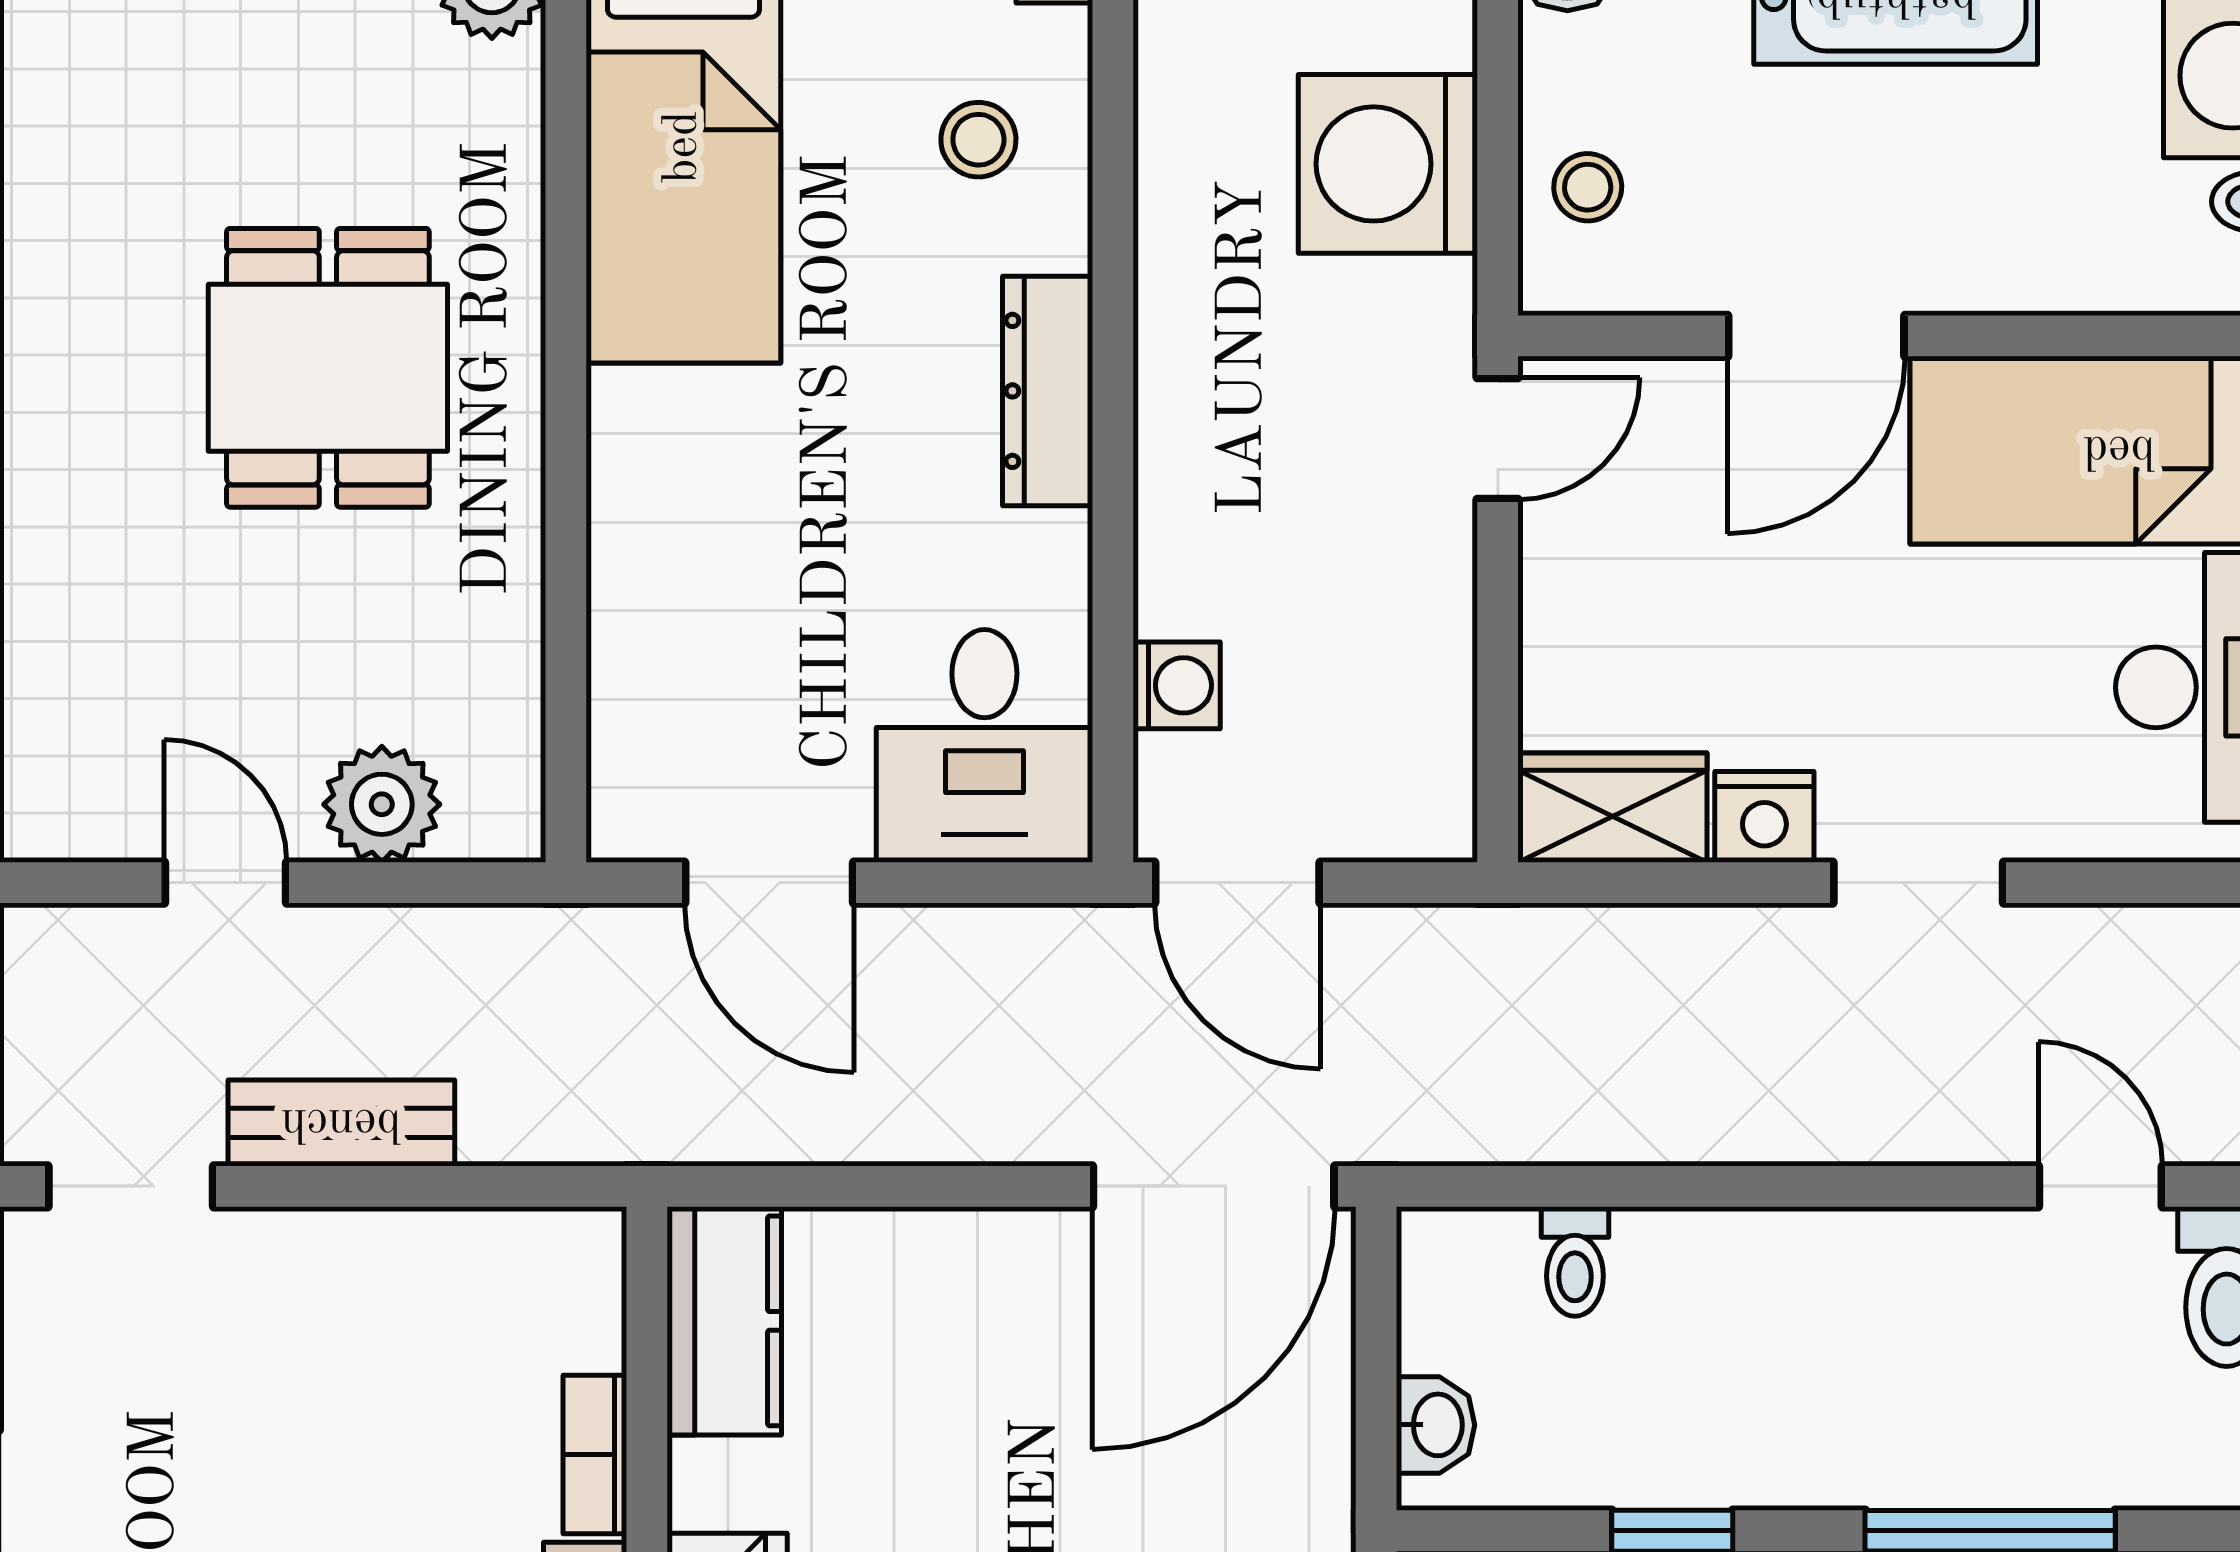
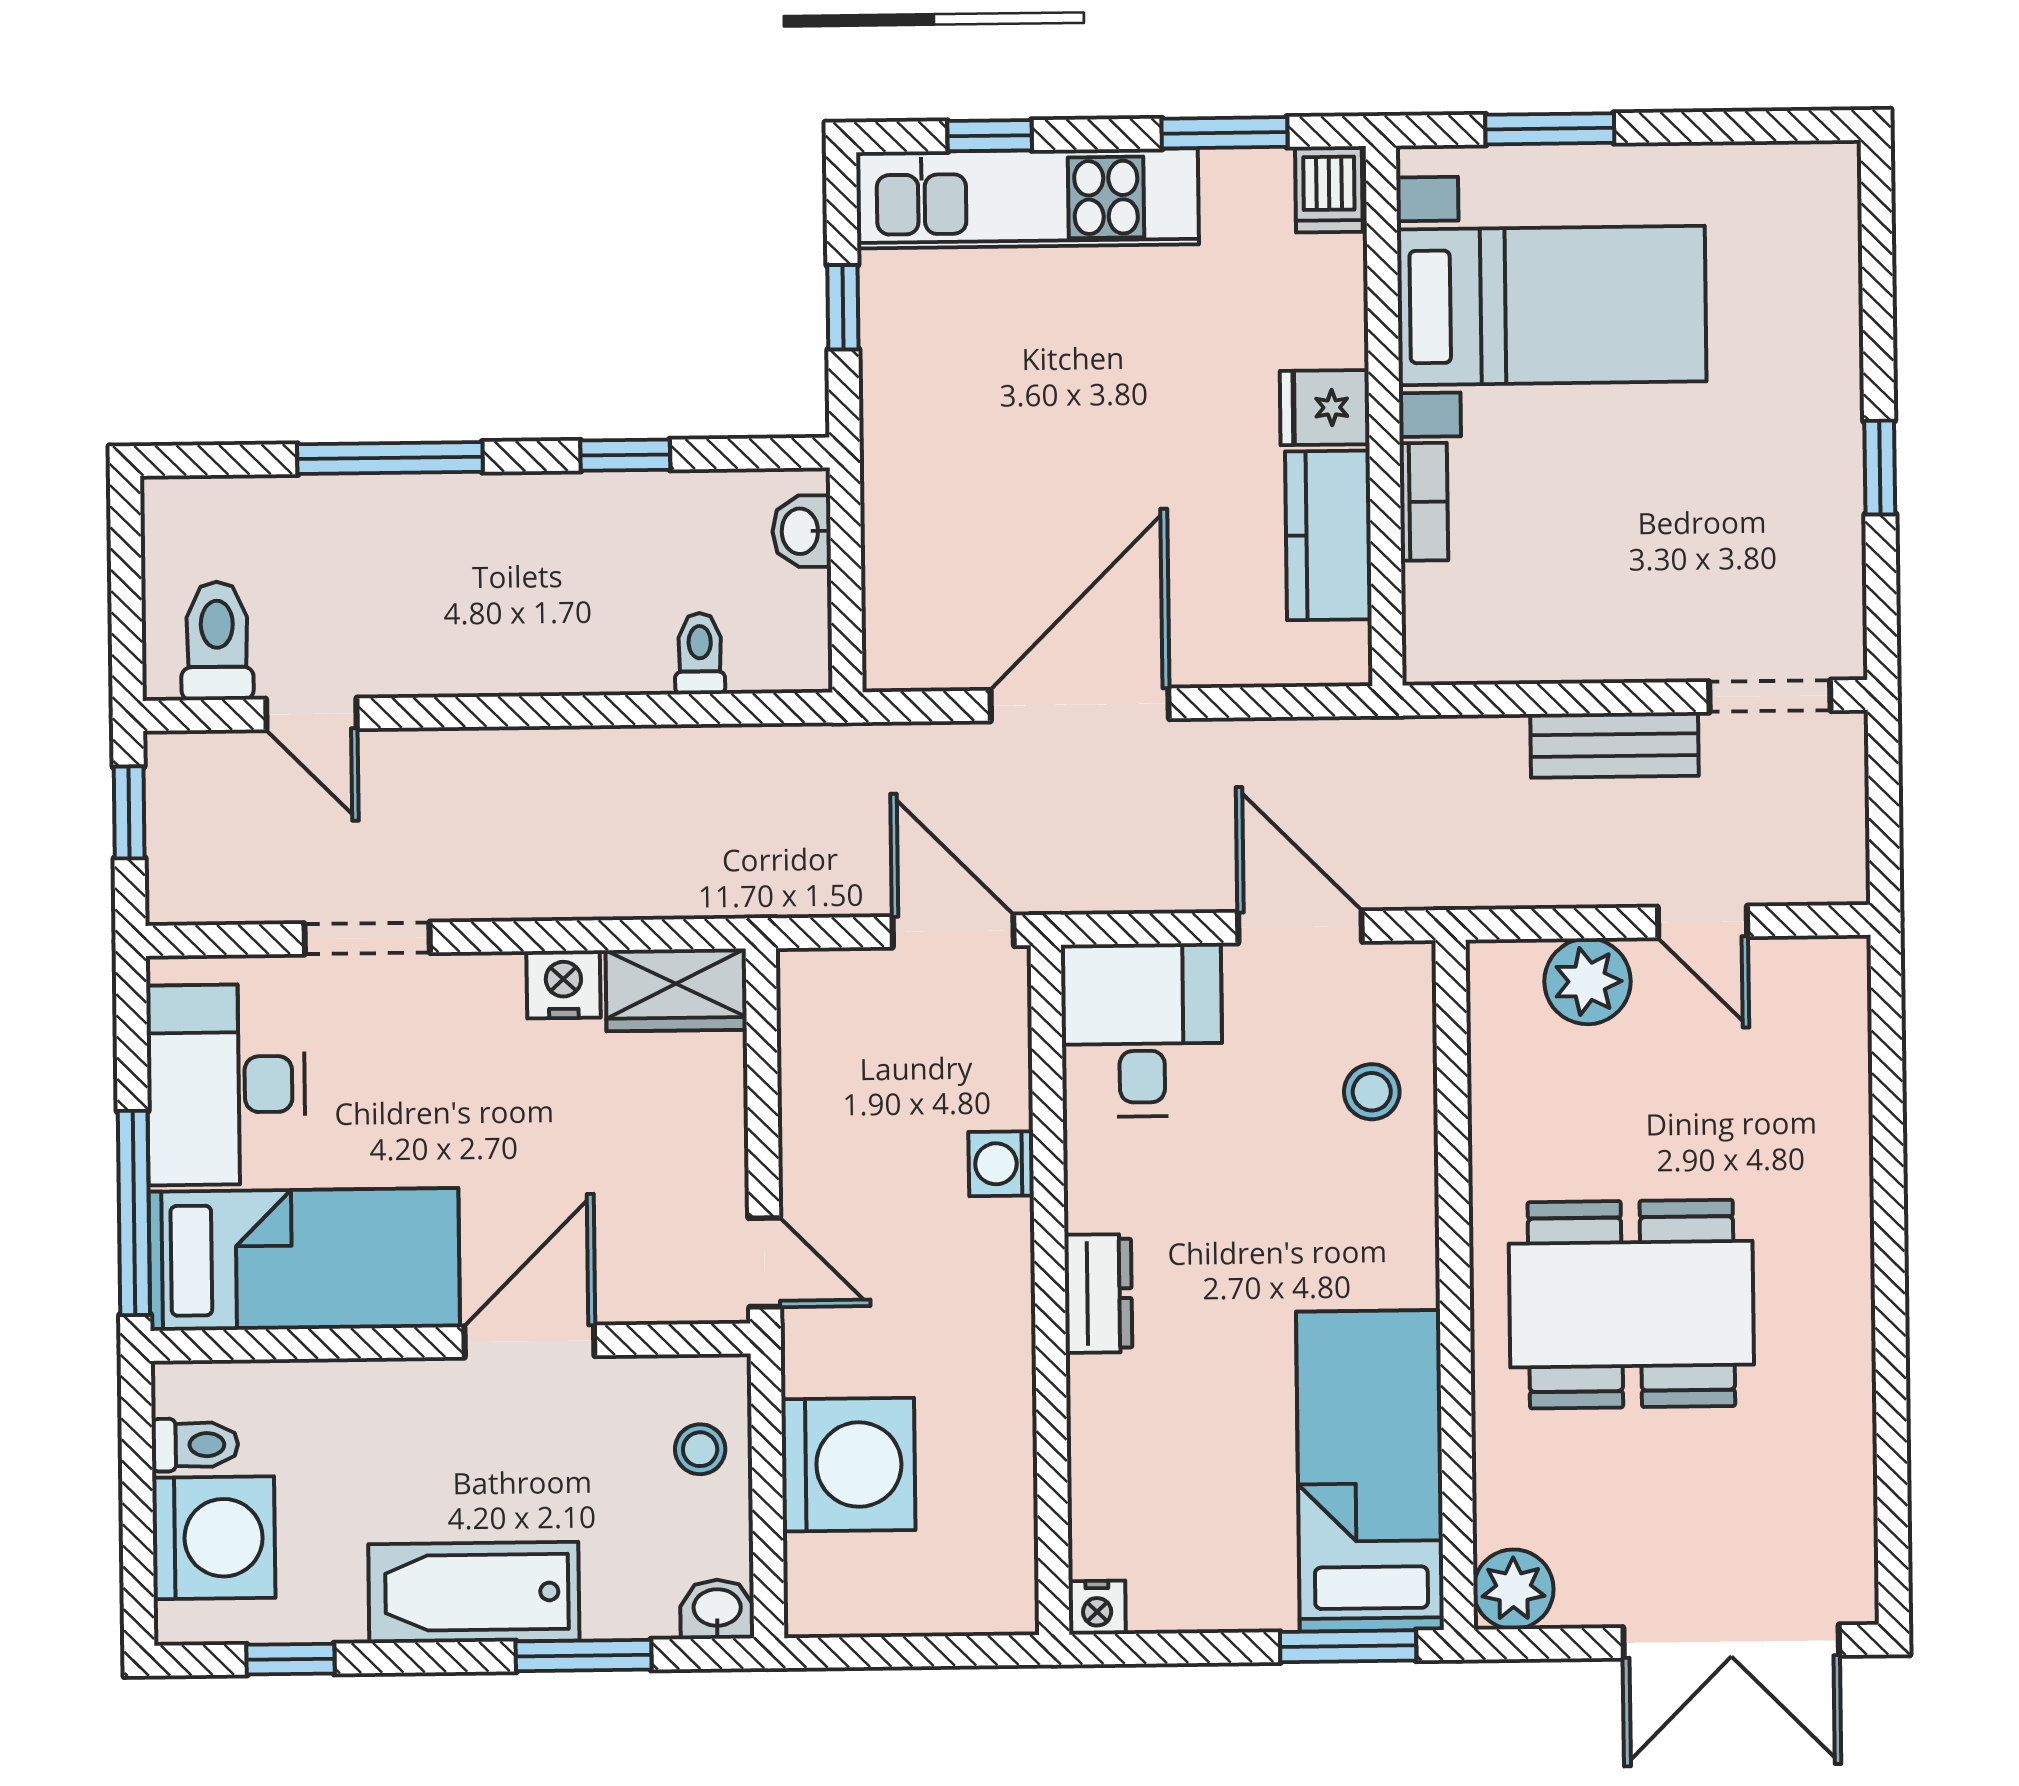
stool: (978, 140) -> (1372, 1092), moved
dining table: (328, 368) -> (1631, 1304), width x1.38
dresser: (1048, 391) -> (1098, 1293), width x0.70
door: (1498, 438) -> (765, 1262), swing flipped
washing machine: (1177, 685) -> (1001, 1164), moved
doorway: (1918, 883) -> (367, 938), moved
door: (1214, 1186) -> (1080, 705), moved
kitchen counter: (724, 1321) -> (1328, 535), moved

